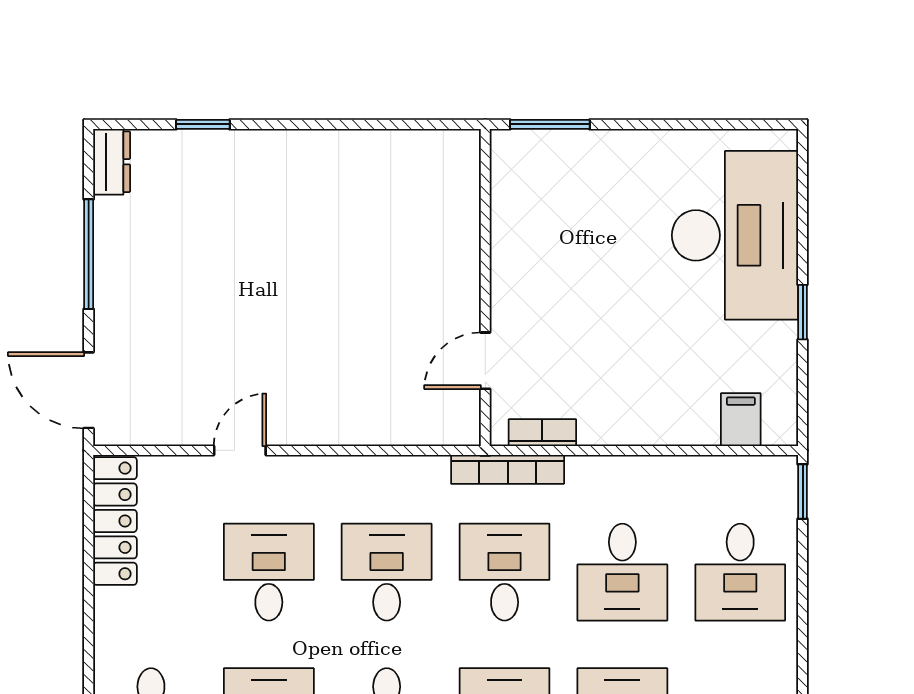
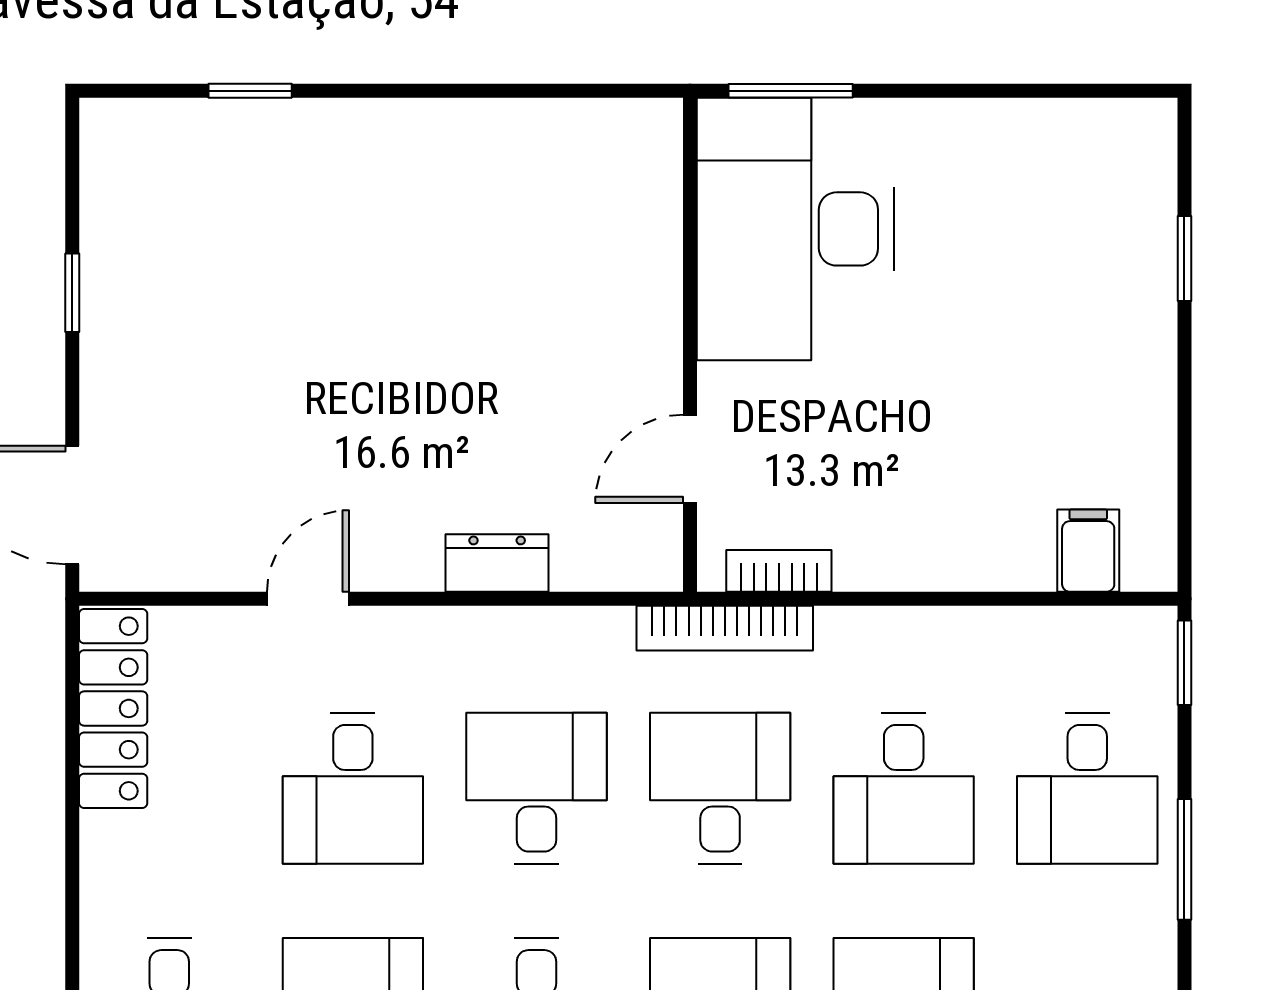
dresser: (112, 162) -> (497, 563), moved, turned -90
desk: (735, 235) -> (795, 229), moved, turned 180
window: (89, 254) -> (72, 293), width x0.46
window: (803, 312) -> (1184, 258), moved
desk: (269, 572) -> (353, 788), turned 180
window: (803, 618) -> (1184, 859), added

